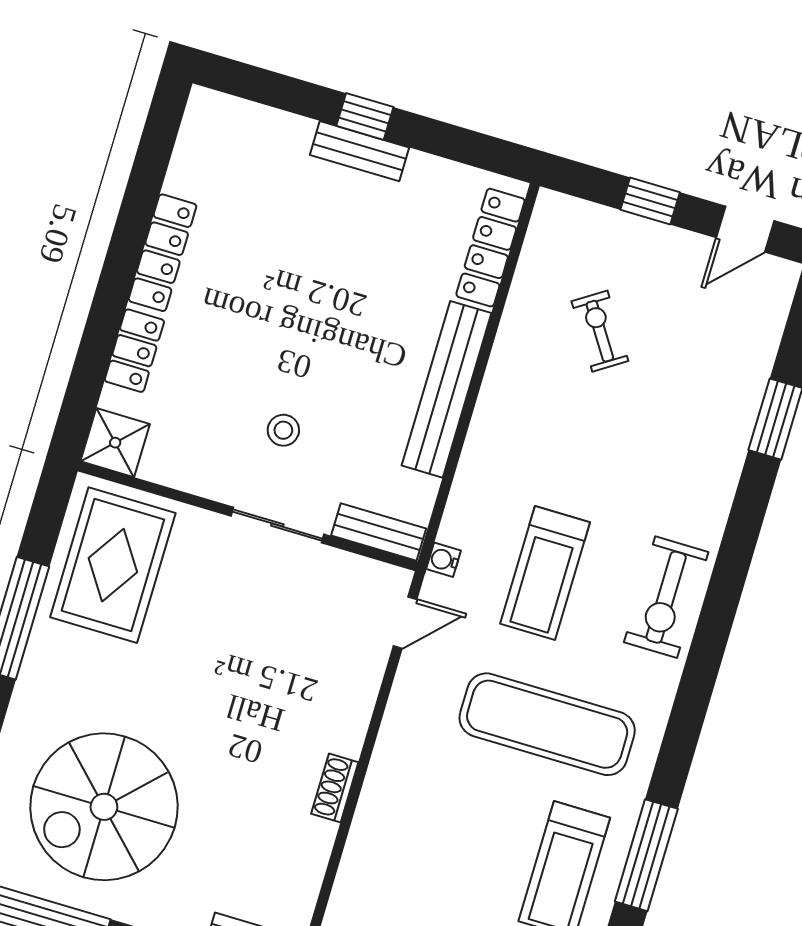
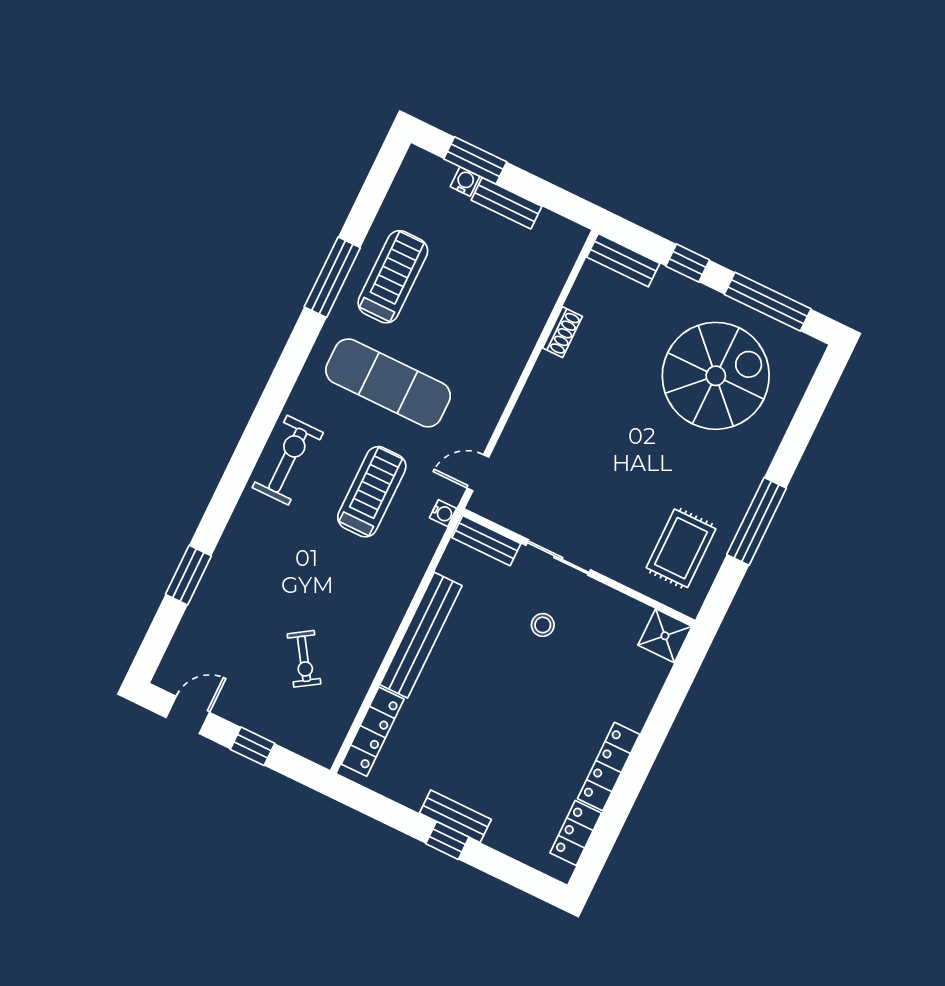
locker: (134, 351) -> (576, 833), moved
rug: (113, 565) -> (681, 548), width x0.73, depth x0.70
shoe rack: (335, 788) -> (562, 332), moved

